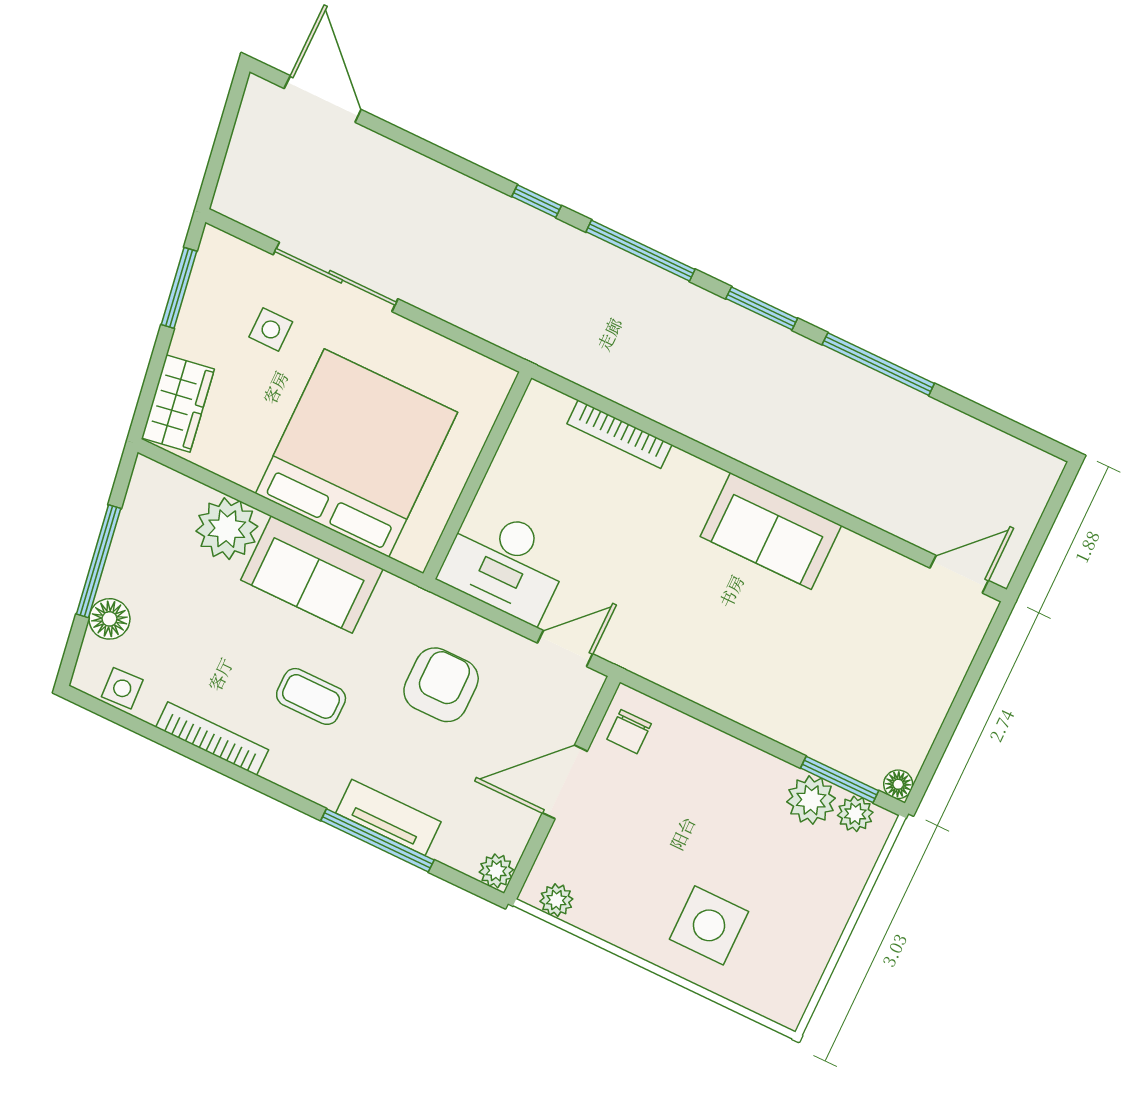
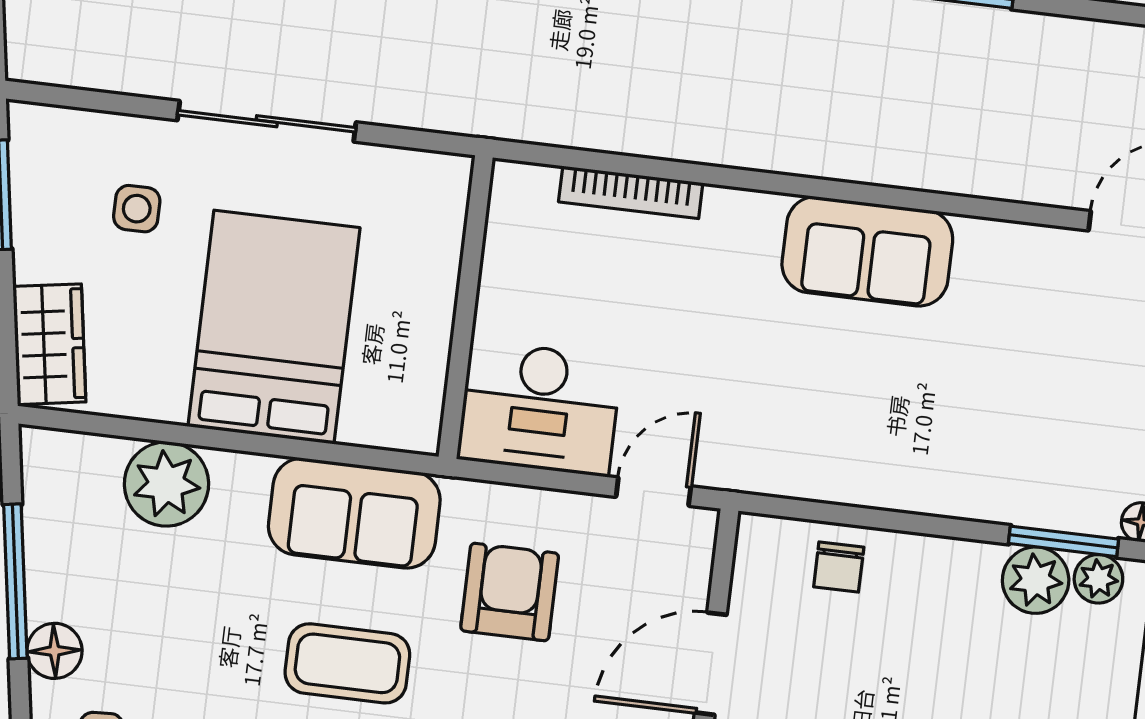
sliding door: (336, 277) -> (267, 121), moved
bed: (356, 453) -> (274, 327), width x0.73
sofa: (312, 574) -> (354, 513), moved
coffee table: (311, 696) -> (347, 663), width x1.36, depth x1.30
chair: (629, 732) -> (839, 567), moved

